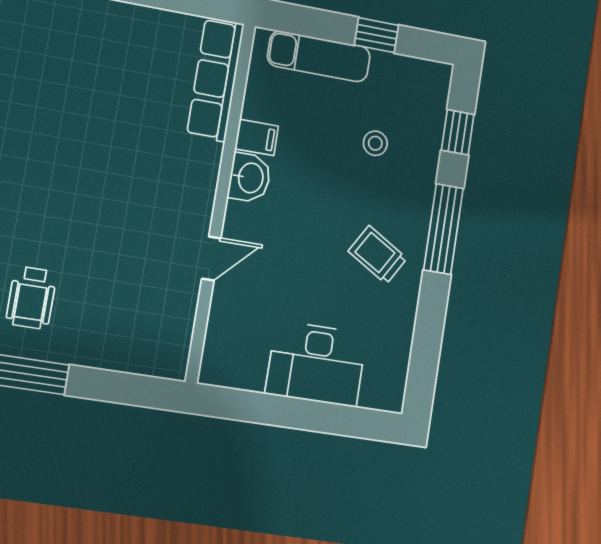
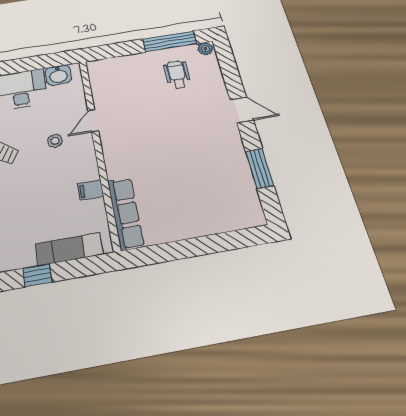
stool: (375, 143) -> (55, 141), moved
washbasin: (250, 178) -> (58, 75), moved, turned -90

